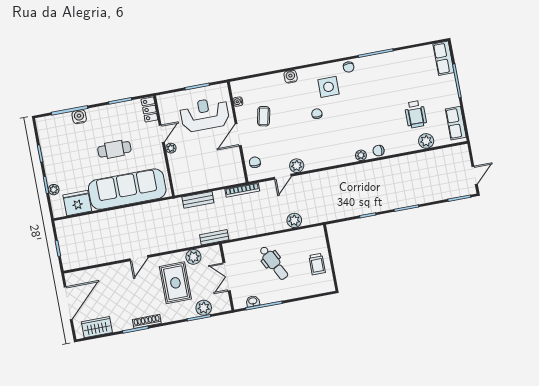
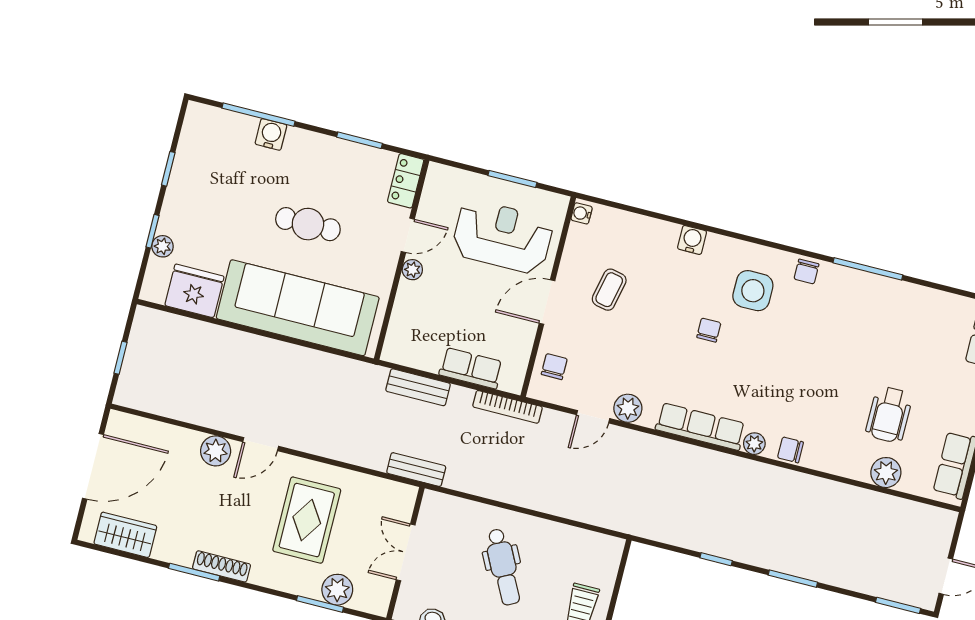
water cooler: (238, 102) -> (582, 213), moved
row of seats: (333, 159) -> (700, 427), added
row of seats: (218, 180) -> (471, 368), added
plant: (294, 220) -> (577, 506), removed
plant: (193, 257) -> (216, 451), moved

